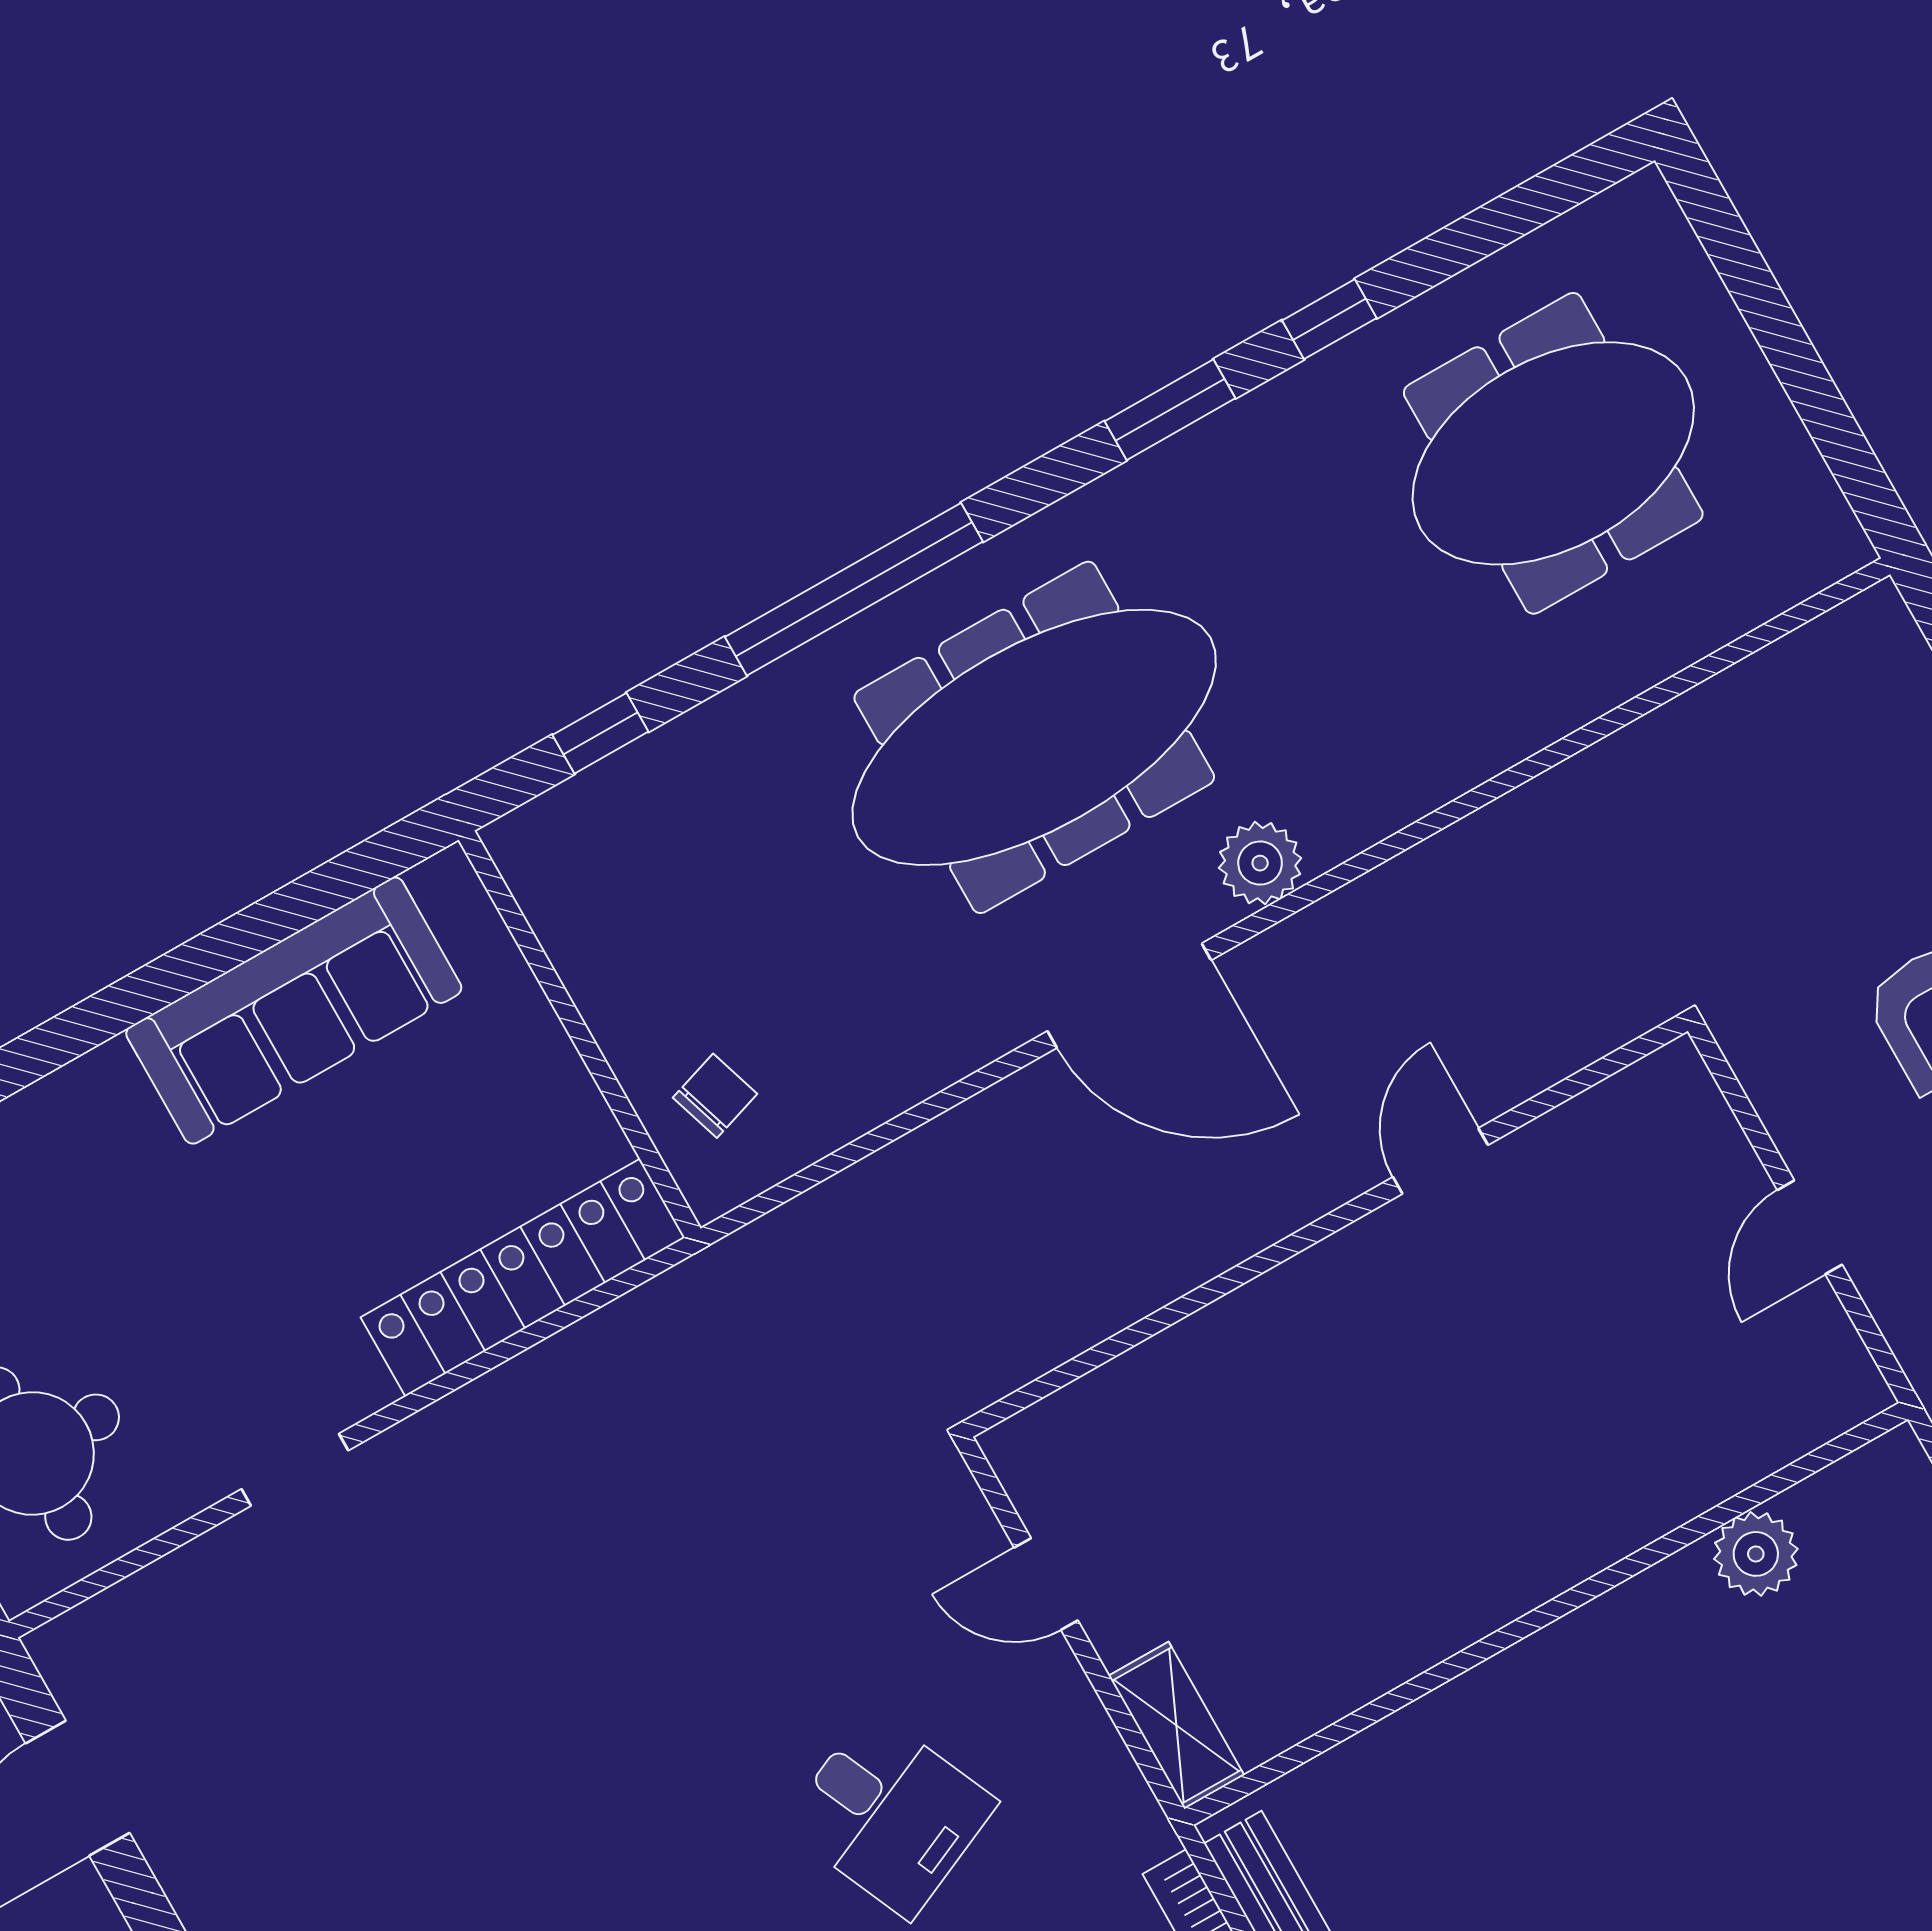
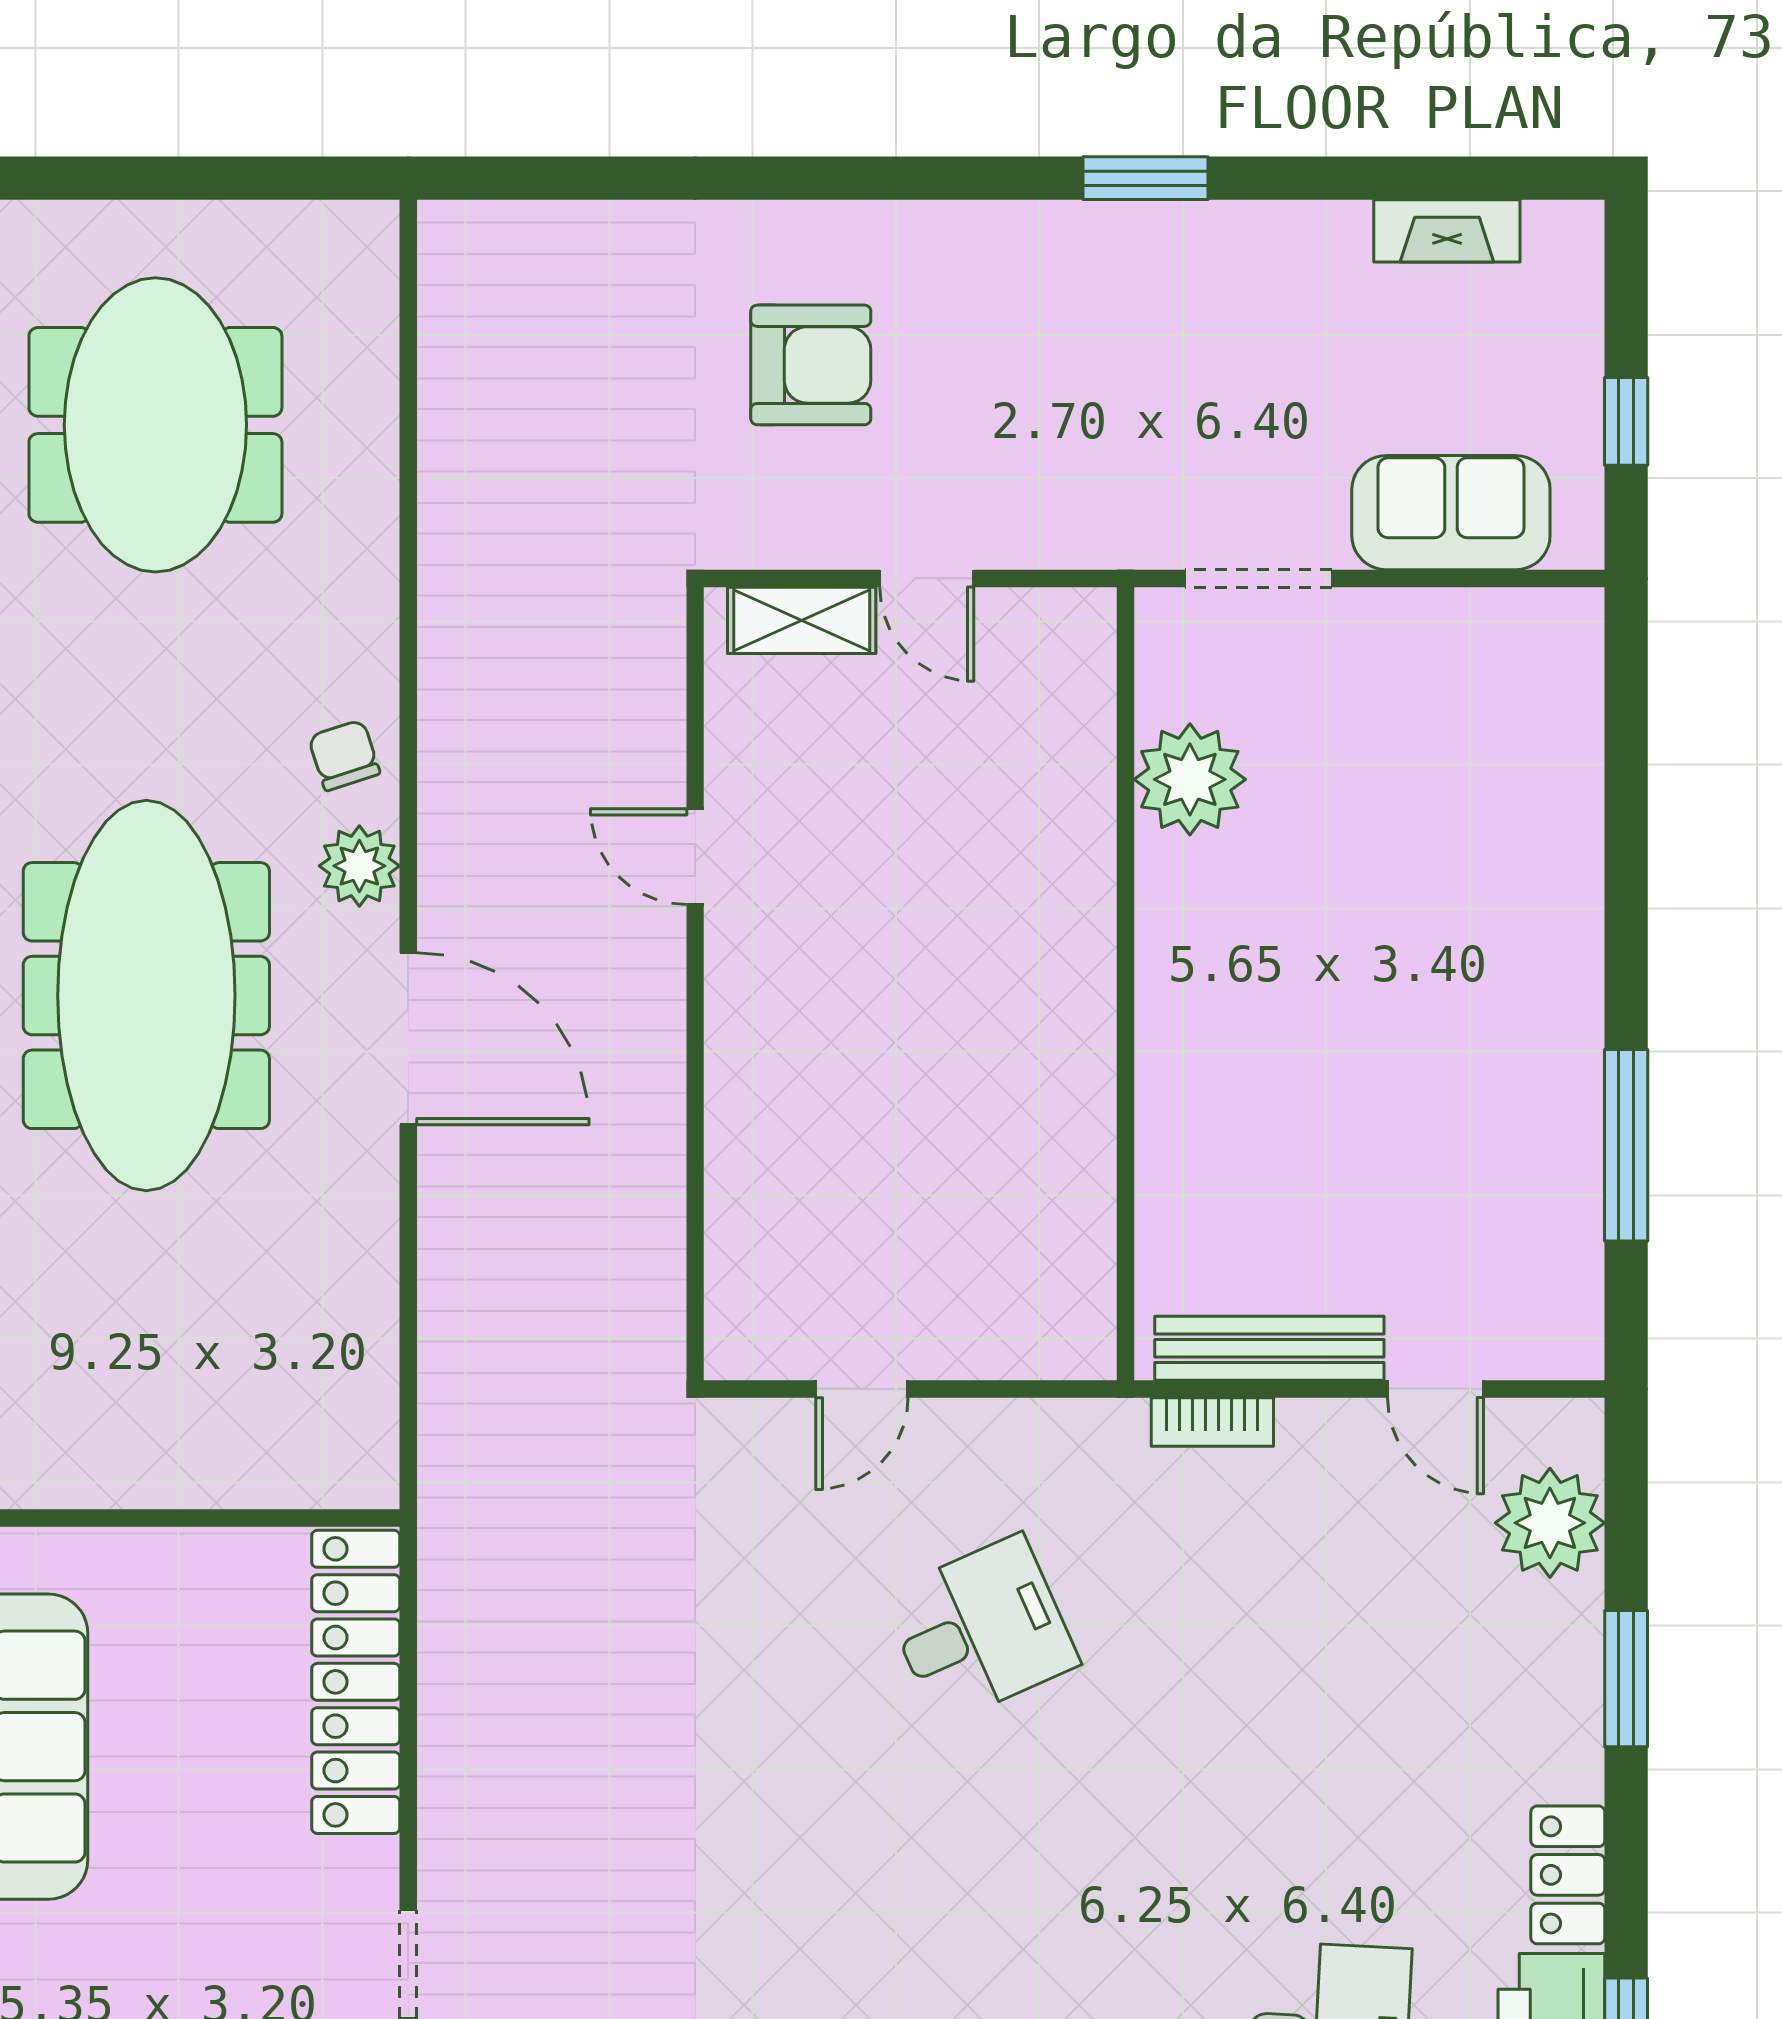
door: (1129, 996) -> (408, 1039), hinge flipped
chair: (715, 1096) -> (344, 755), moved
plant: (1756, 1554) -> (1190, 779), width x1.36, depth x1.36
shelving: (1176, 1726) -> (802, 620), moved

